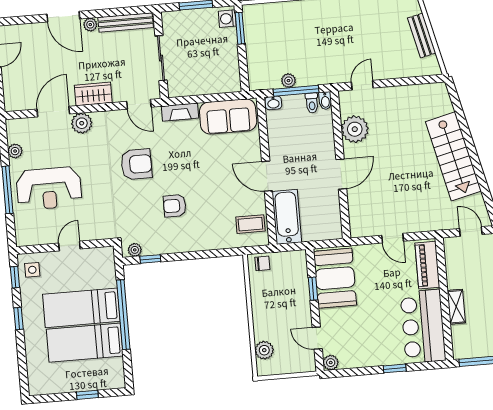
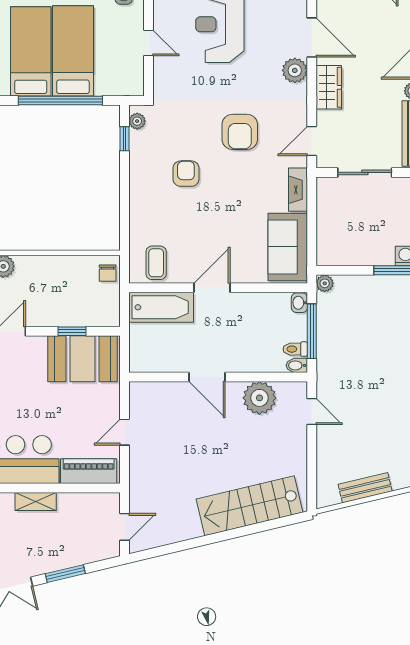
plant: (288, 81) -> (325, 283), moved
stairs: (453, 156) -> (249, 506), moved

